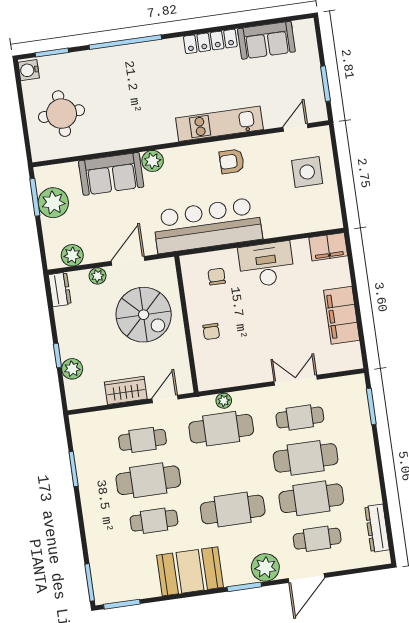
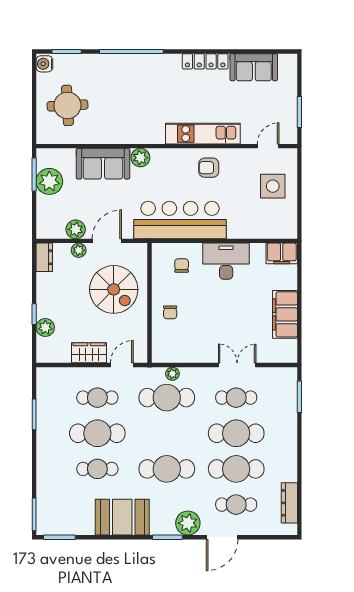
plant: (72, 255) -> (76, 229), moved

